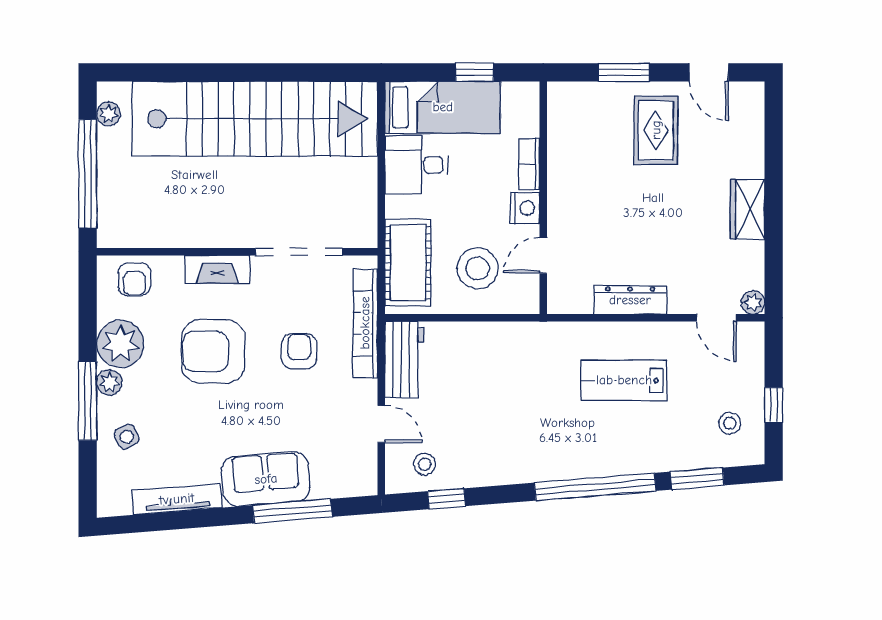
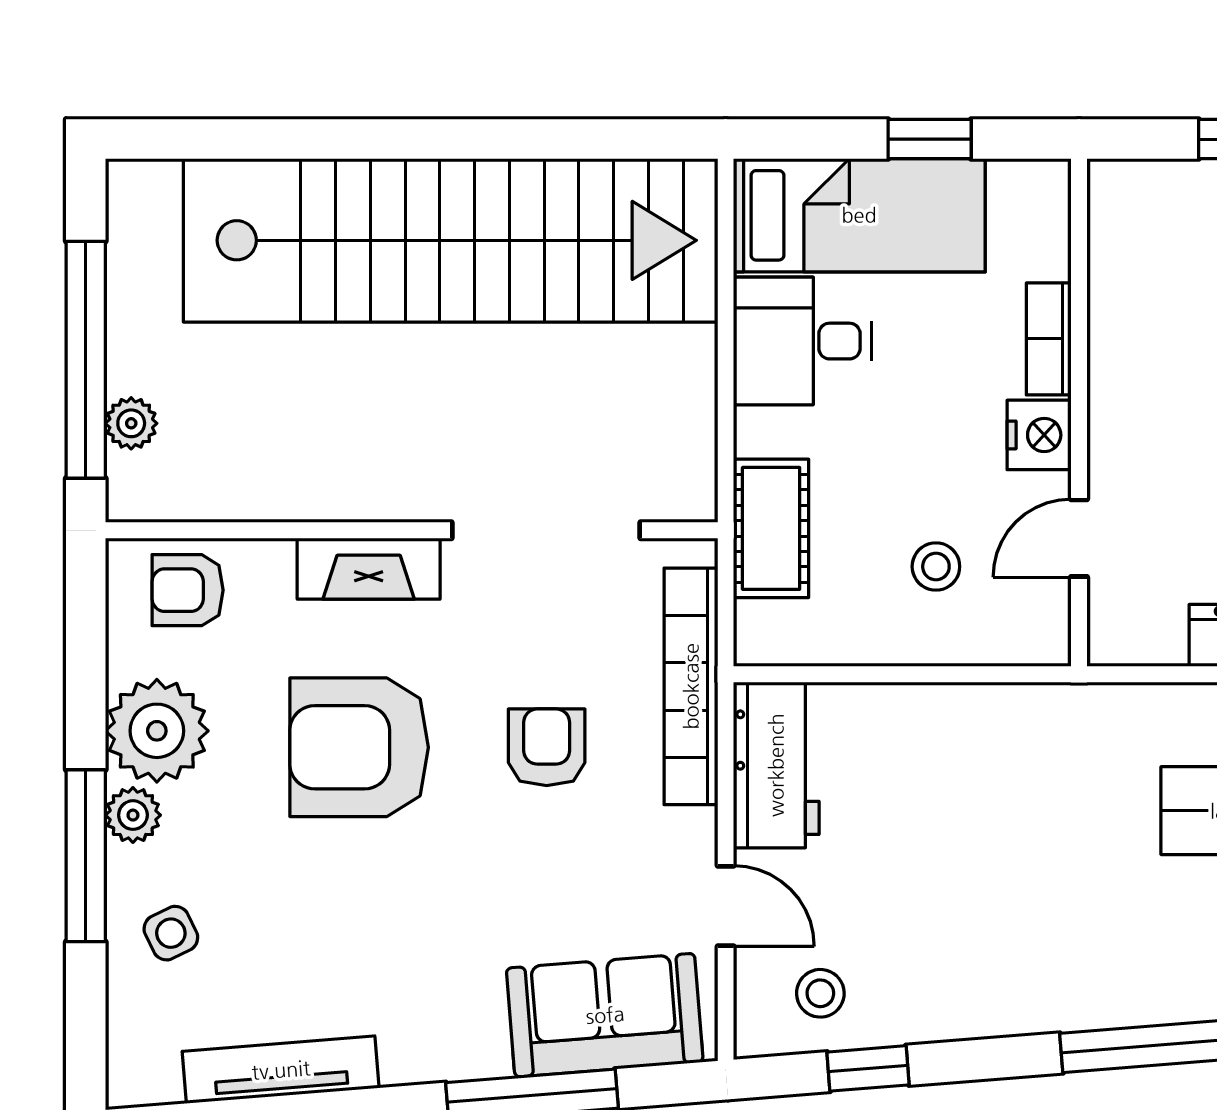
plant: (109, 114) -> (131, 423), moved
cot: (408, 263) -> (771, 528), width x0.73, depth x0.75
stool: (478, 268) -> (936, 567), width x0.53, depth x0.53
armchair: (134, 279) -> (188, 590), turned 90
sofa: (266, 479) -> (605, 1015), moved

